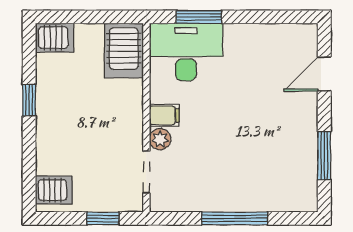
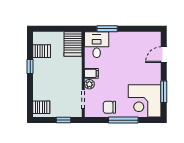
server rack: (55, 38) -> (42, 51), moved
desk: (186, 52) -> (97, 45), width x0.73
corner desk: (282, 176) -> (145, 101), added
chair: (204, 190) -> (109, 107), added

